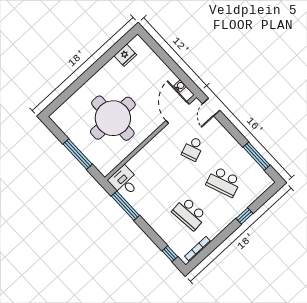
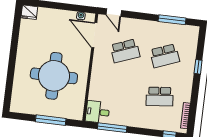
fridge: (125, 55) -> (29, 12), moved, turned 90
school desk: (193, 149) -> (125, 51), width x1.85

